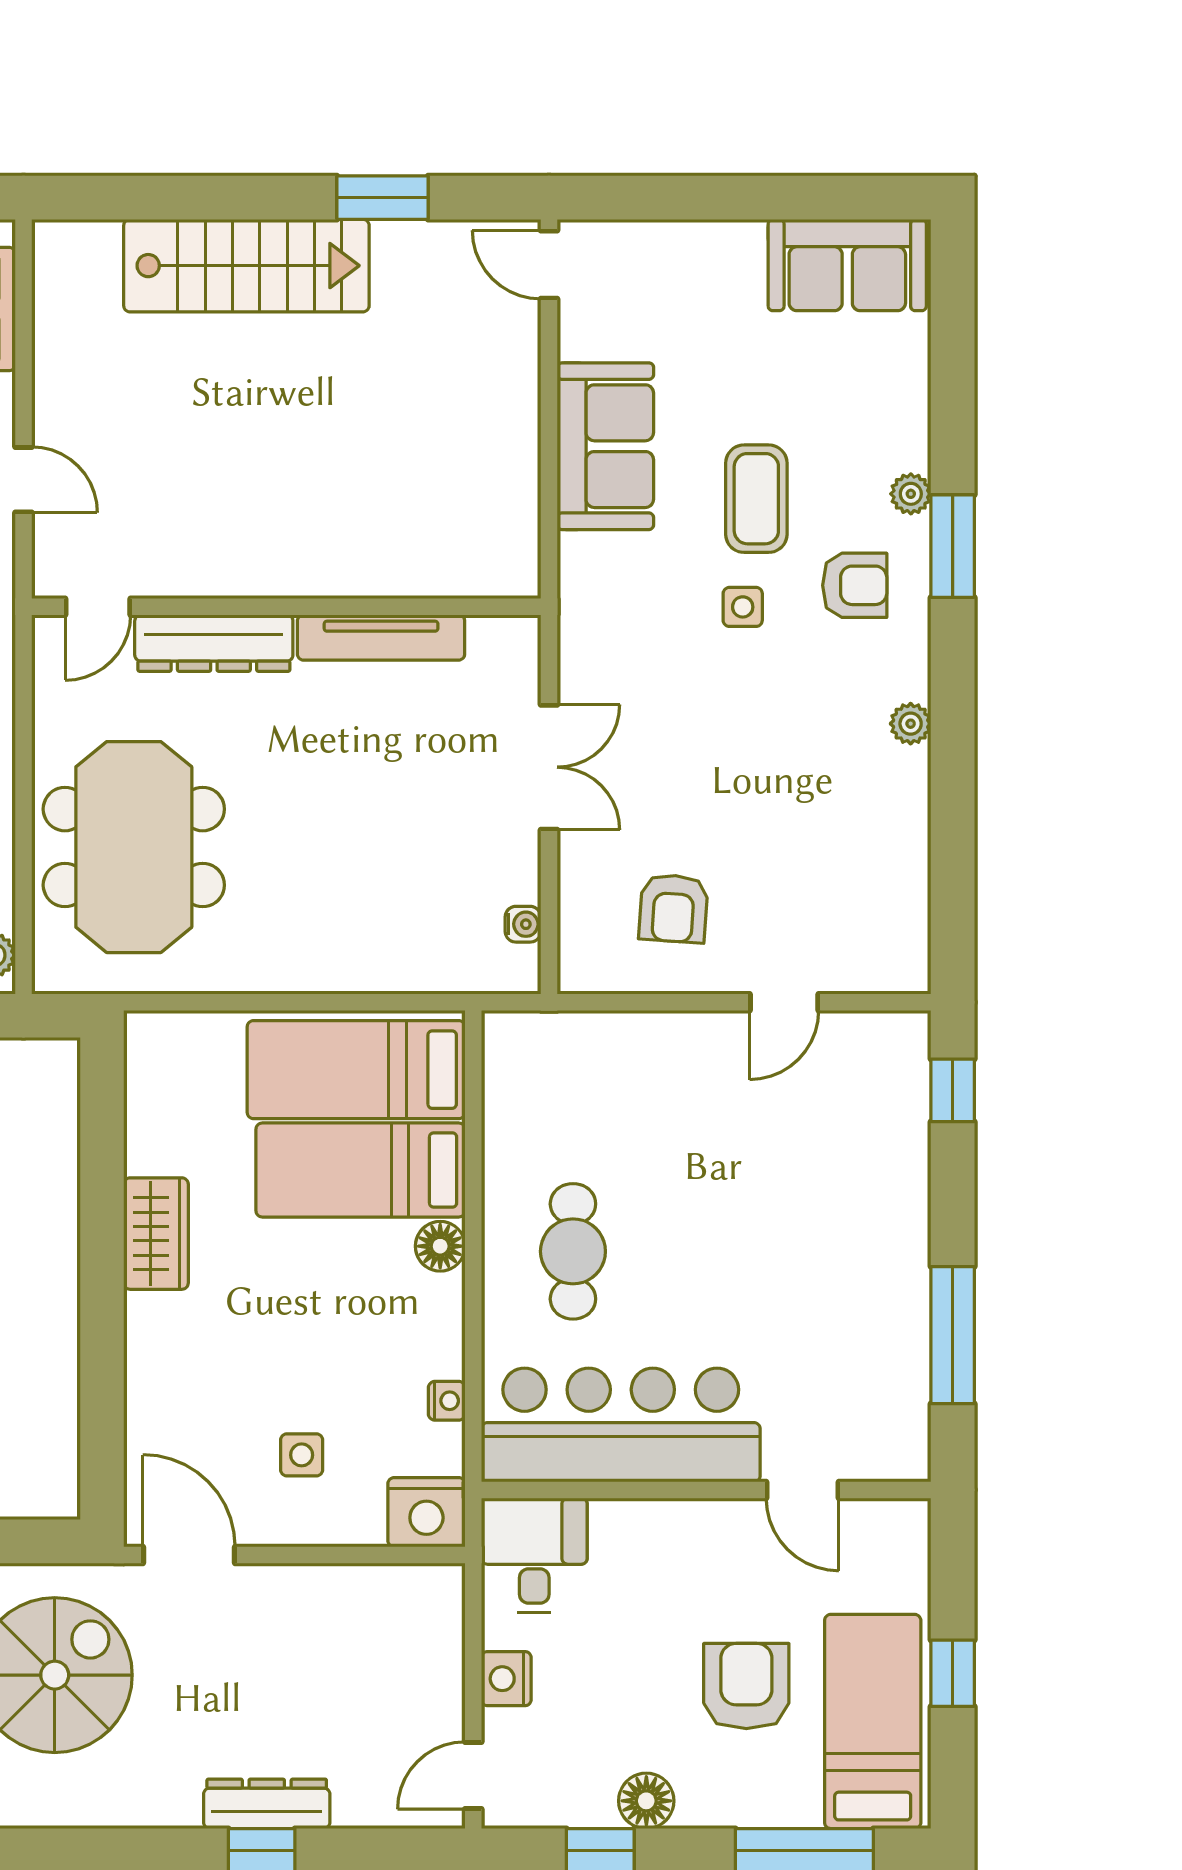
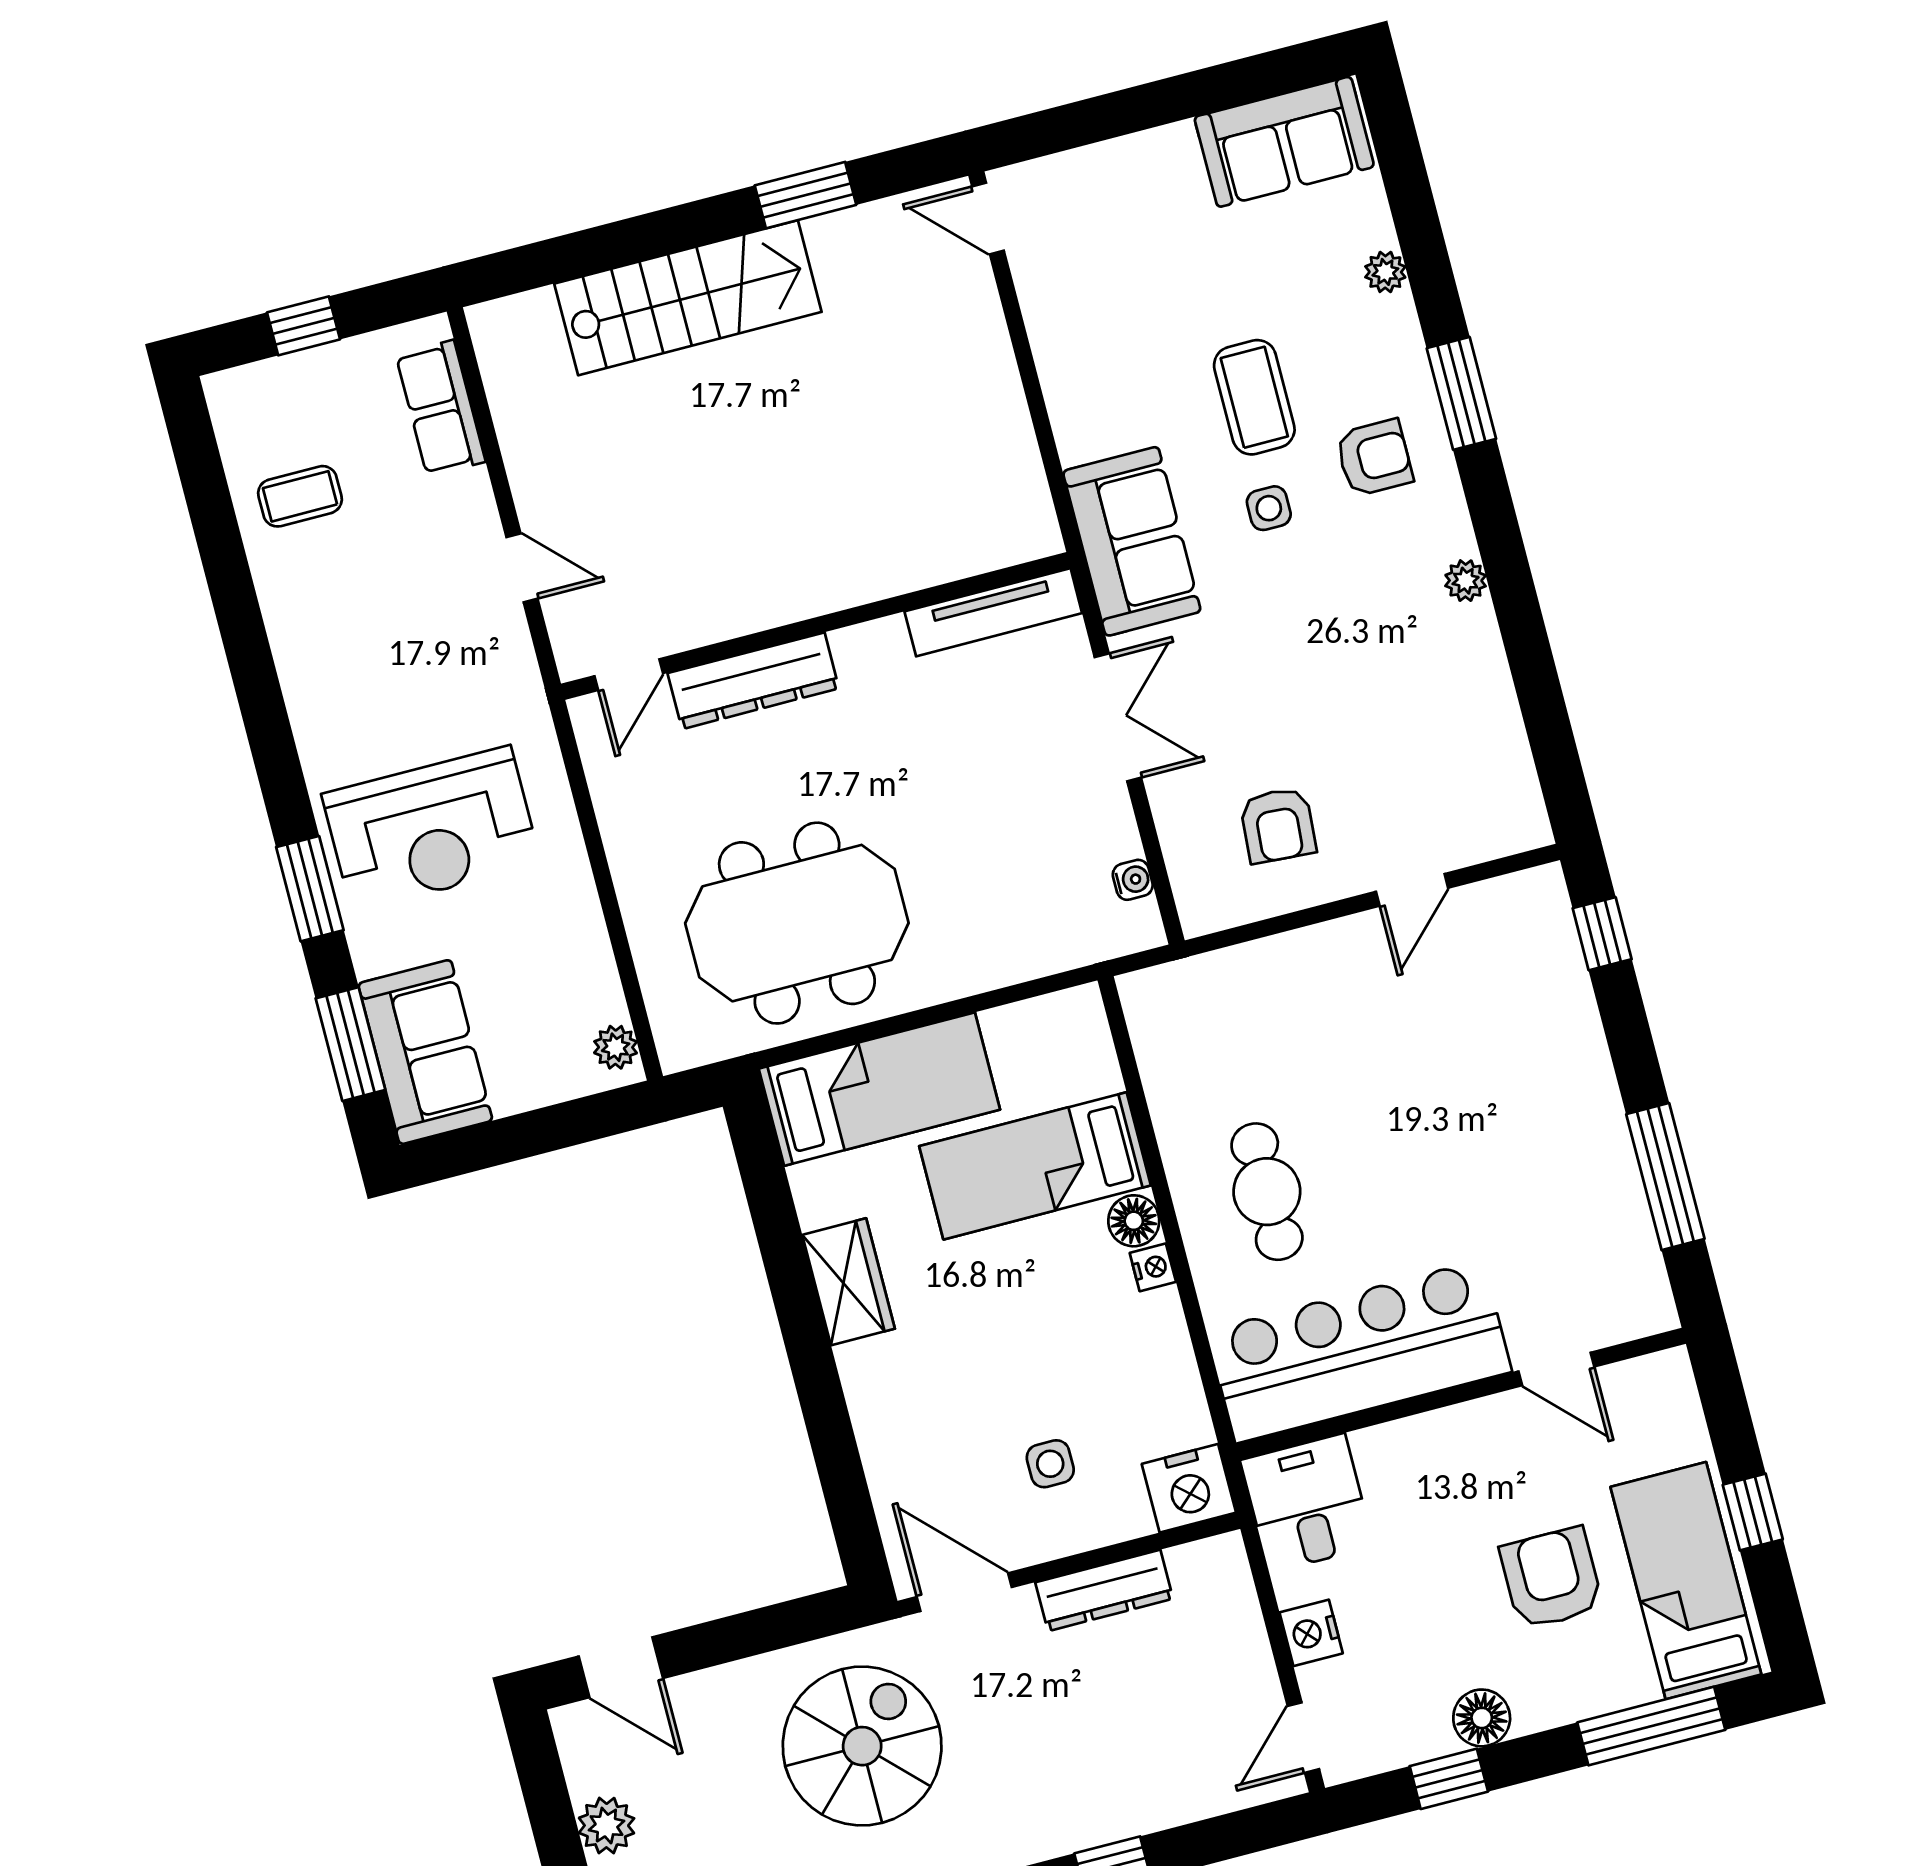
sofa: (605, 446) -> (1132, 541), moved
plant: (911, 494) -> (1385, 272), moved
tv unit: (381, 638) -> (993, 612), moved
meeting table: (134, 847) -> (797, 923), moved, turned 90
bed: (356, 1070) -> (879, 1089), moved, turned 180
nightstand: (447, 1401) -> (1153, 1267), moved
dresser: (267, 1804) -> (1104, 1590), moved, turned 180

